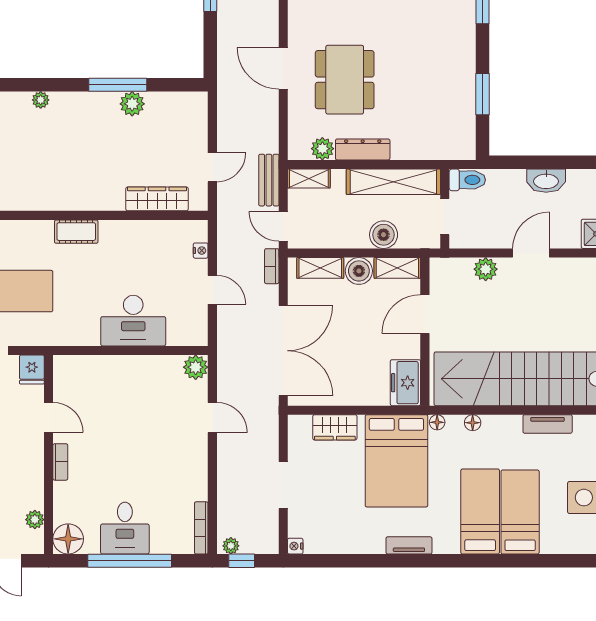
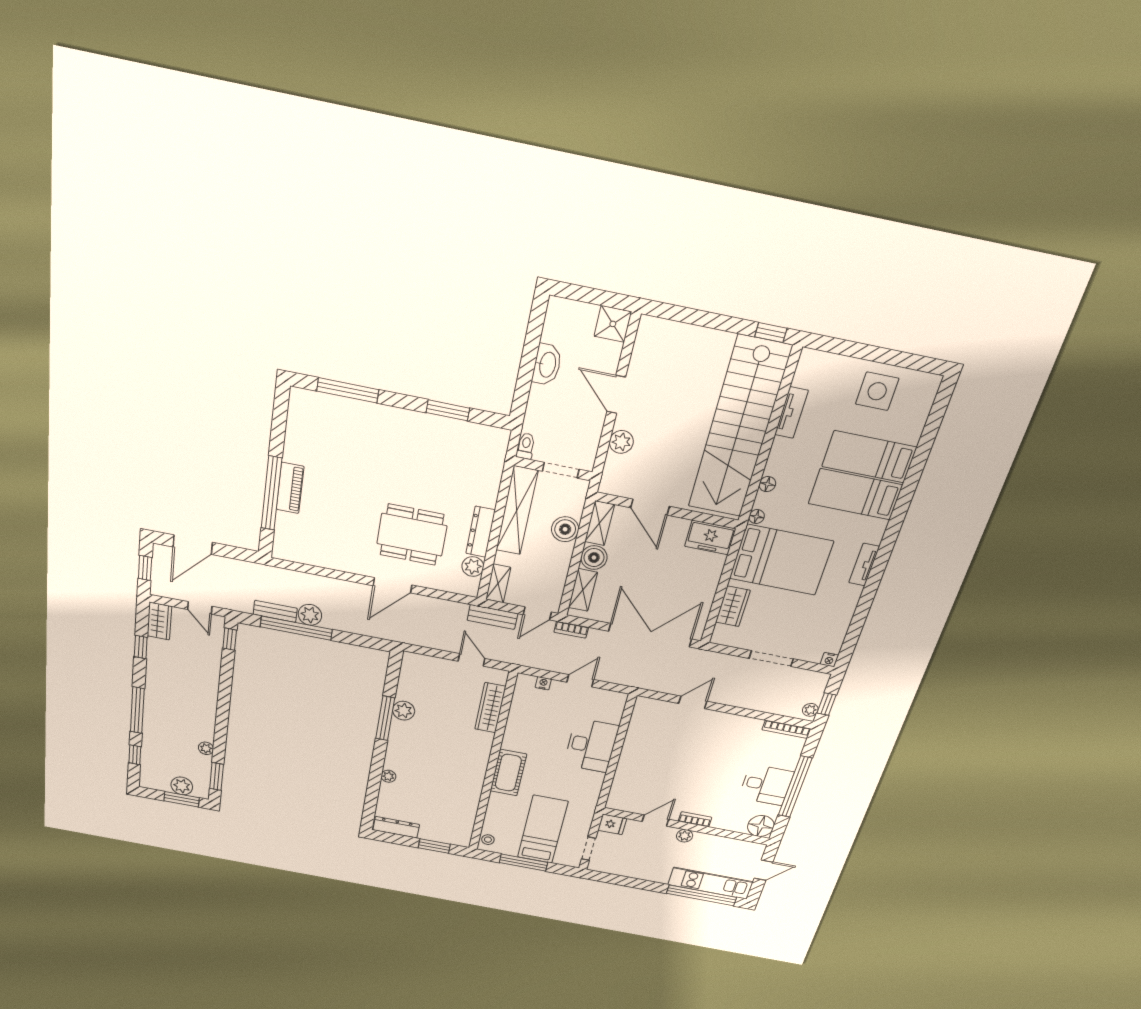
toilet: (467, 180) -> (526, 446), width x0.73, depth x0.72
cot: (76, 232) -> (508, 773), width x1.37, depth x1.34
plant: (196, 367) -> (645, 707), removed
plant: (35, 520) -> (685, 836), moved

